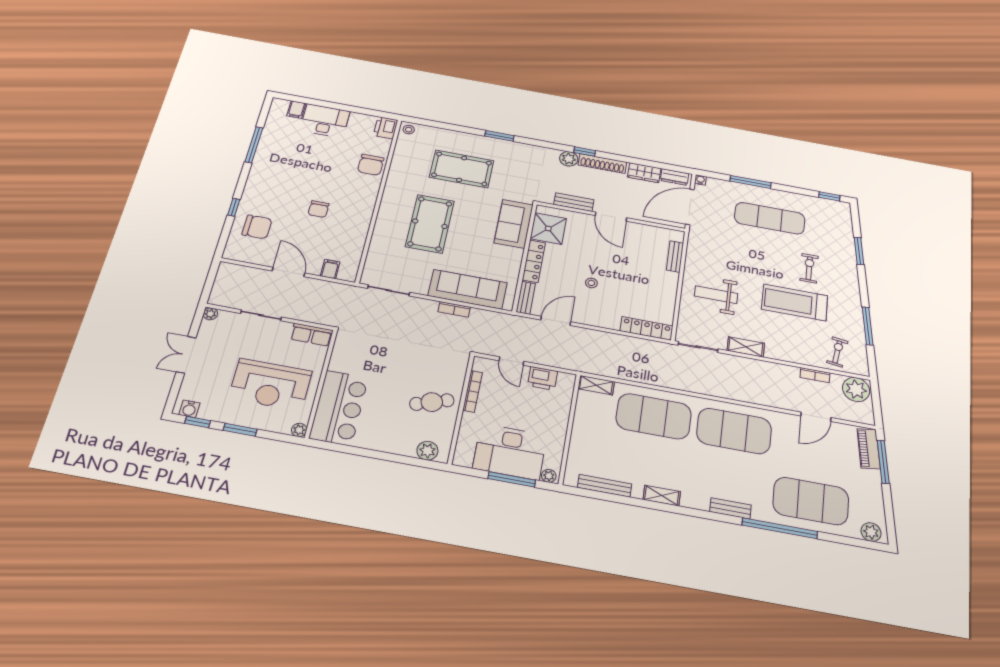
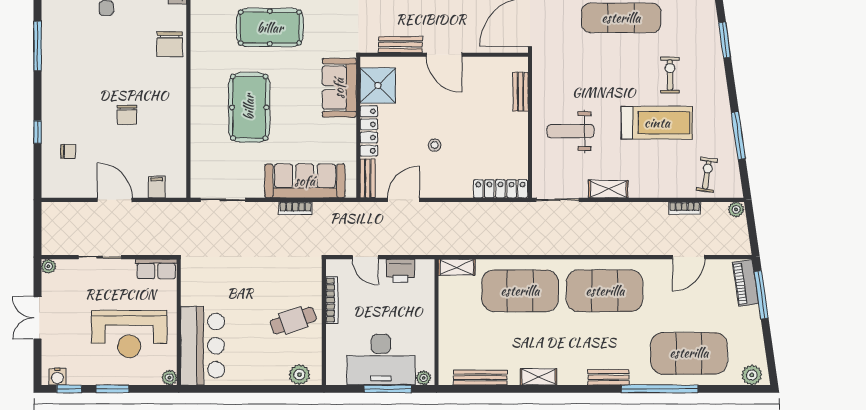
chair: (257, 227) -> (68, 151), width x0.54, depth x0.54
treadmill: (795, 303) -> (657, 123), turned 180
plant: (856, 389) -> (736, 209), width x0.53, depth x0.53

